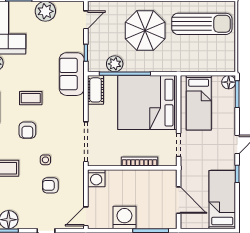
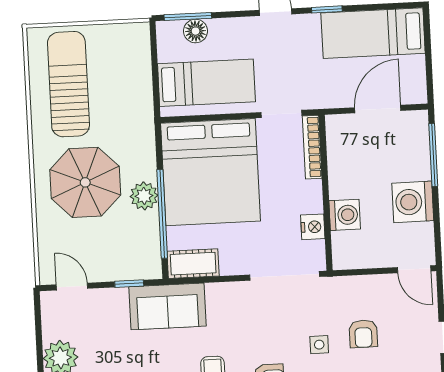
plant: (115, 64) -> (144, 196), moved
floor lamp: (229, 82) -> (196, 31), moved
nightstand: (113, 160) -> (313, 227), added
bookcase: (139, 161) -> (312, 147), moved
washing machine: (96, 178) -> (345, 215), moved

